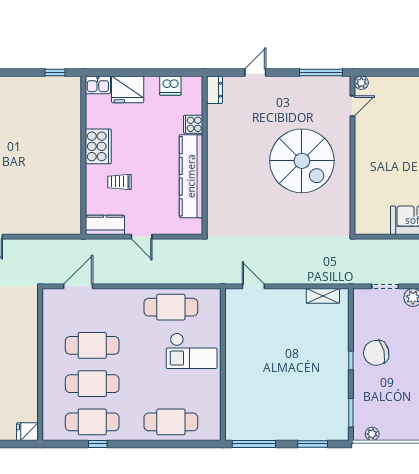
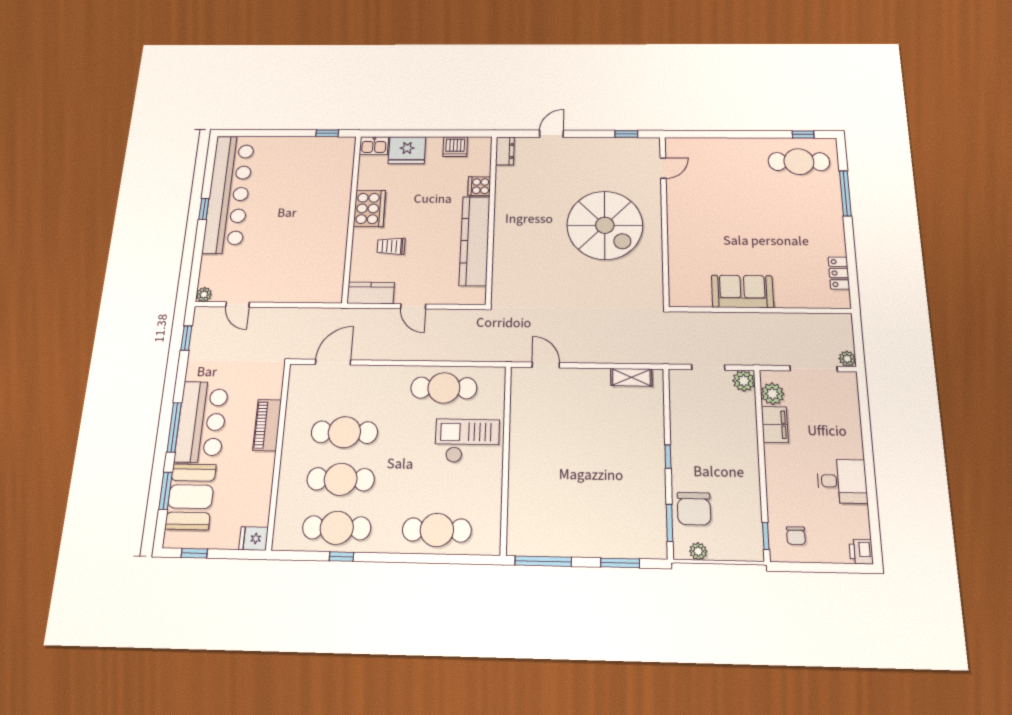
window: (321, 72) -> (626, 134), width x0.46
plant: (361, 83) -> (673, 144), removed
piano: (29, 341) -> (267, 425), added
checkout: (192, 351) -> (467, 441), turned 180
chair: (376, 353) -> (694, 509), moved, turned -76

